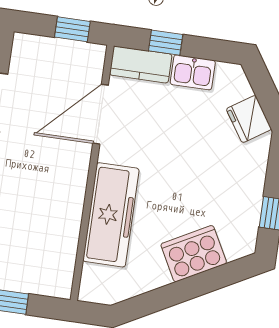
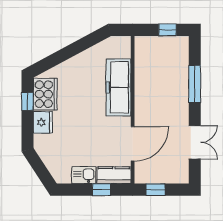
fridge: (249, 119) -> (43, 122), moved, turned 33
cooker: (194, 254) -> (45, 94), moved, turned -62

